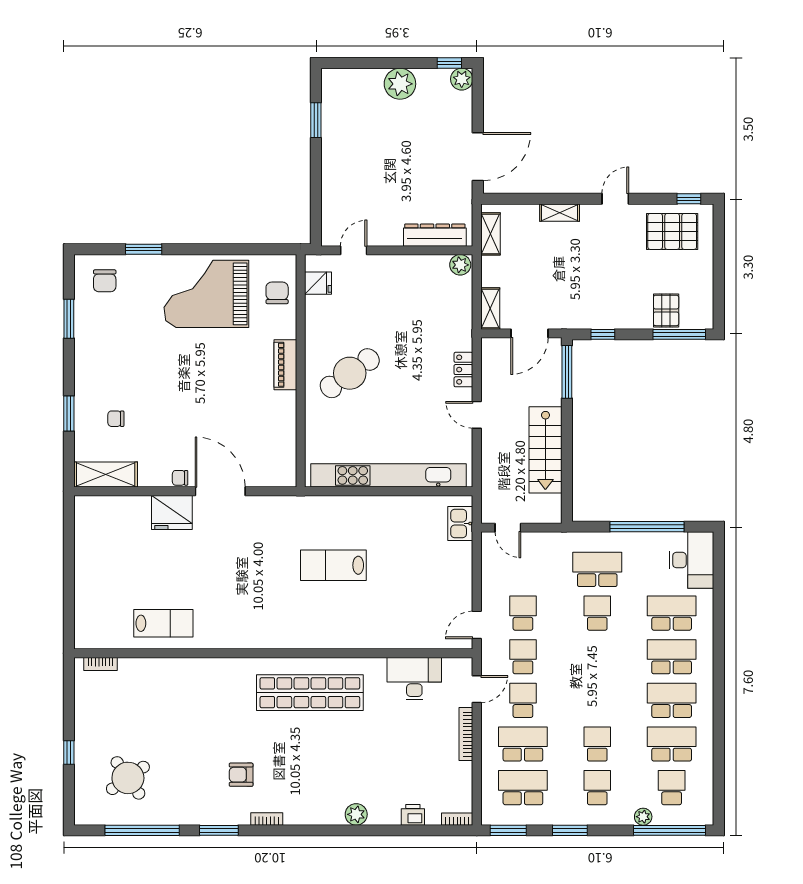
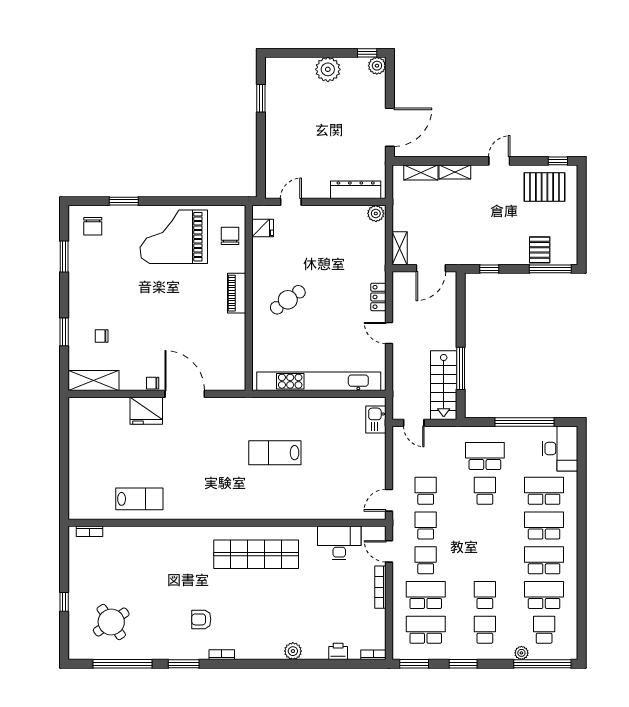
shelving: (490, 234) -> (421, 173), moved, turned 90
window: (567, 372) -> (461, 368), moved
cafe table: (350, 373) -> (288, 300), width x0.73, depth x0.74
stairs: (545, 450) -> (444, 385), moved
door: (477, 689) -> (389, 551), swing flipped

